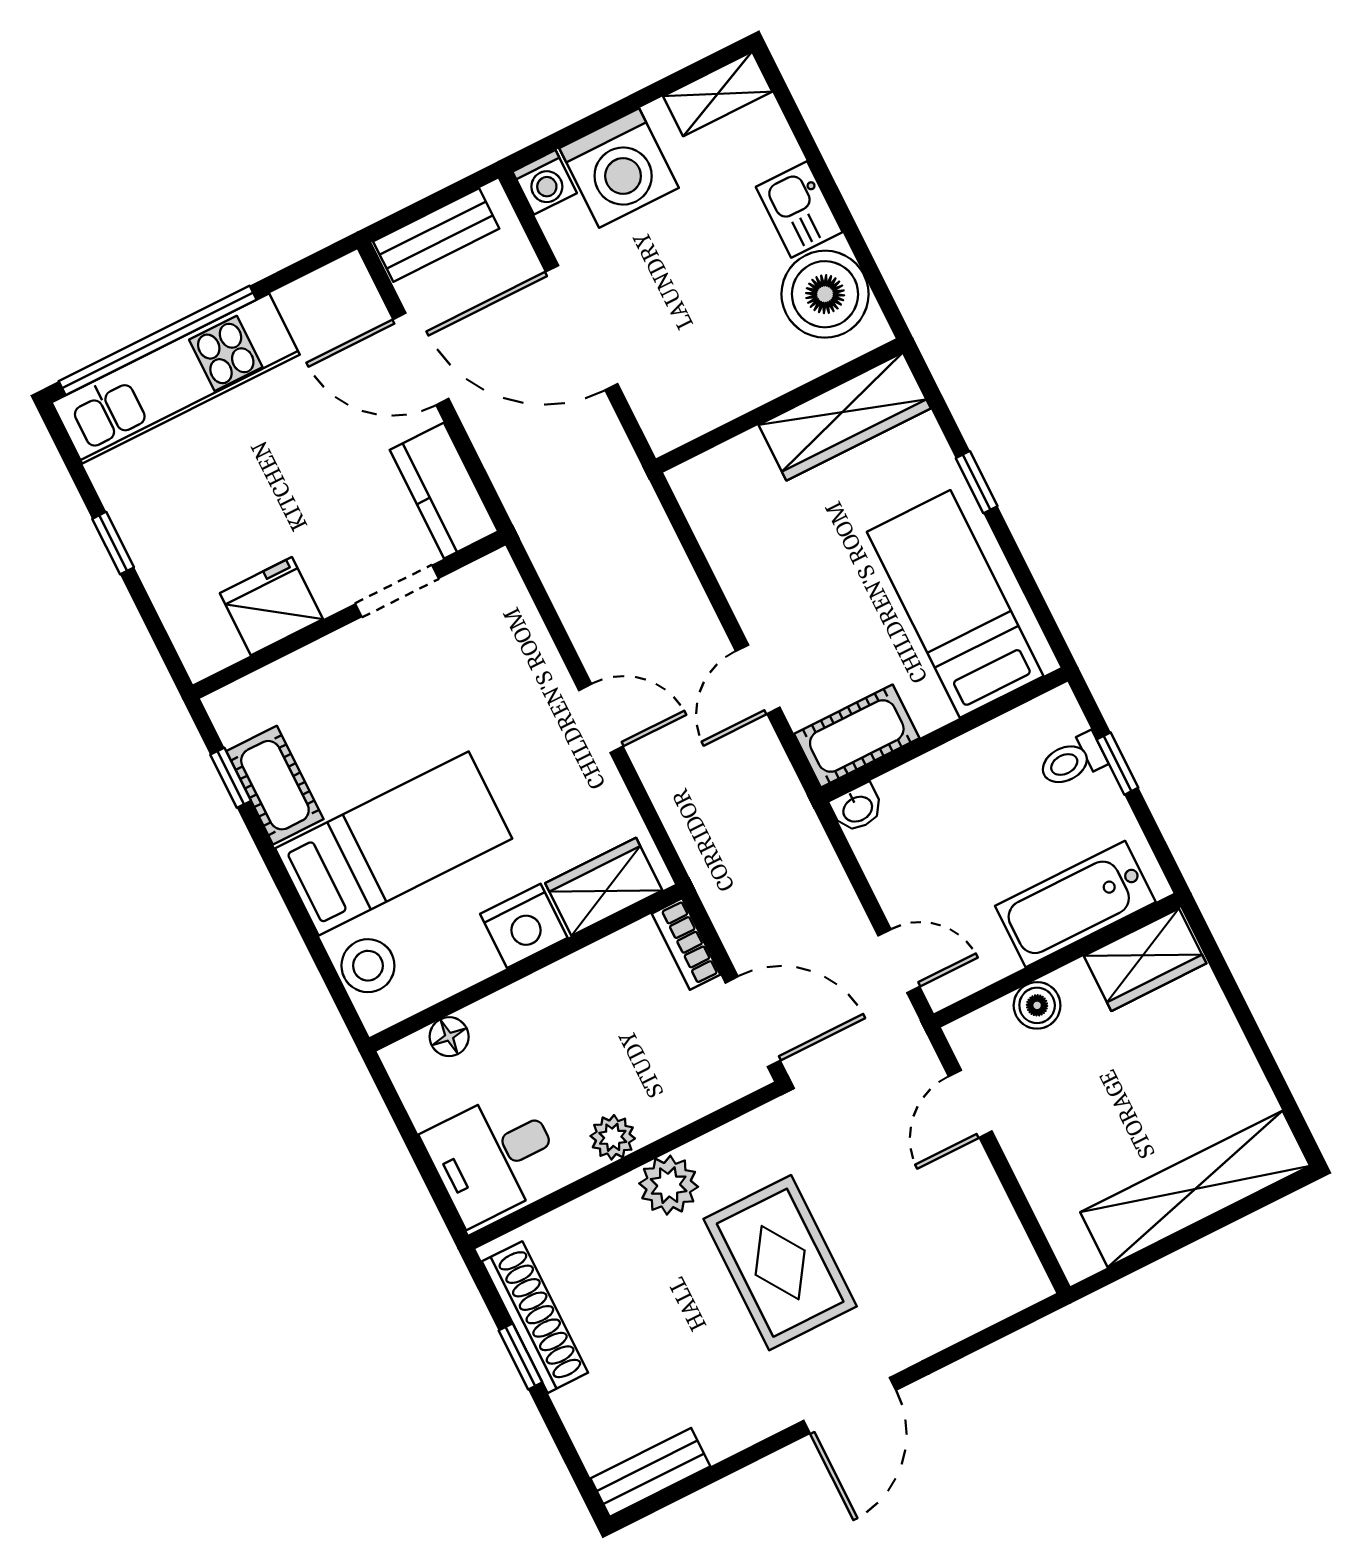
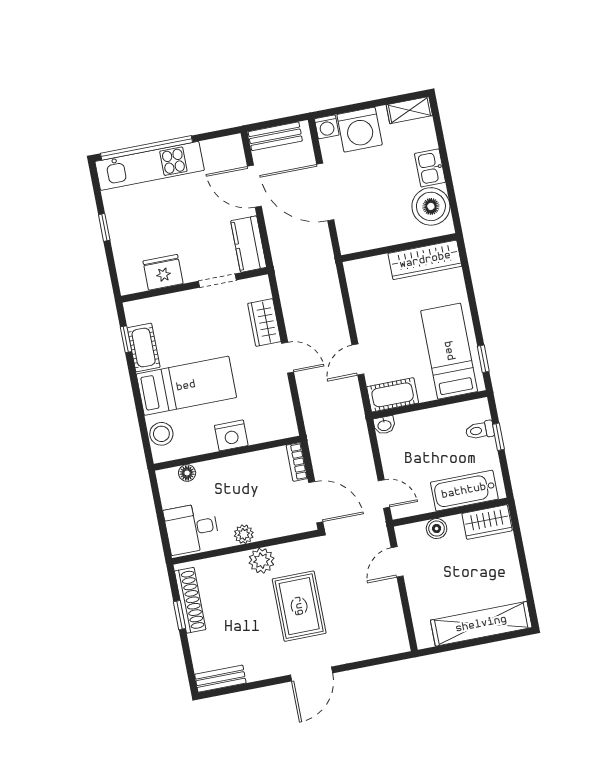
window: (977, 482) -> (483, 359), moved
wardrobe: (604, 887) -> (264, 323), moved, turned -90

